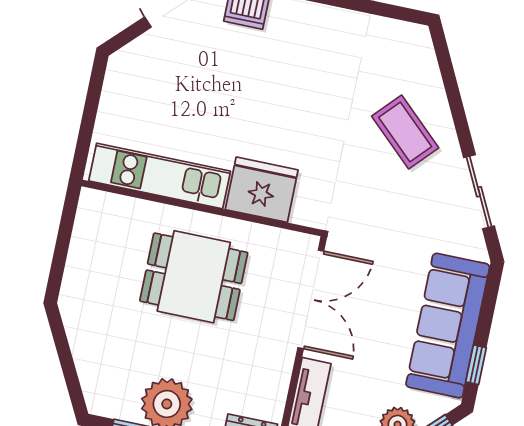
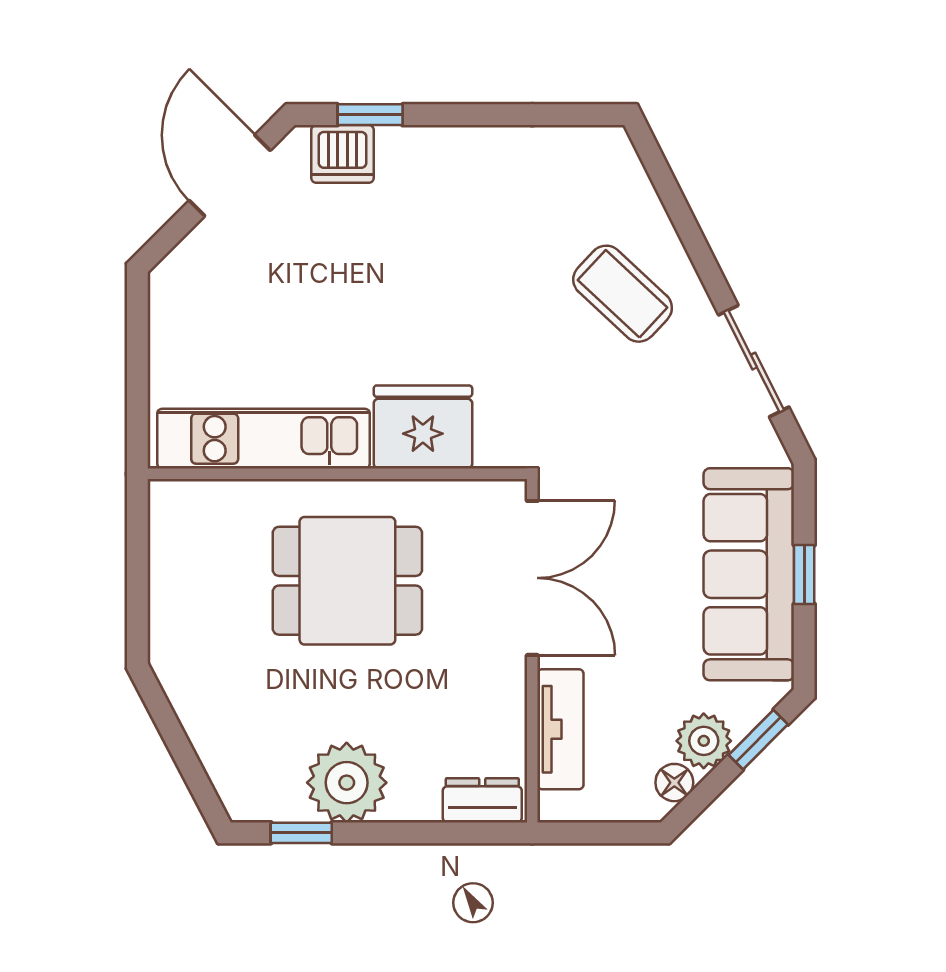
window: (476, 365) -> (804, 575), moved

